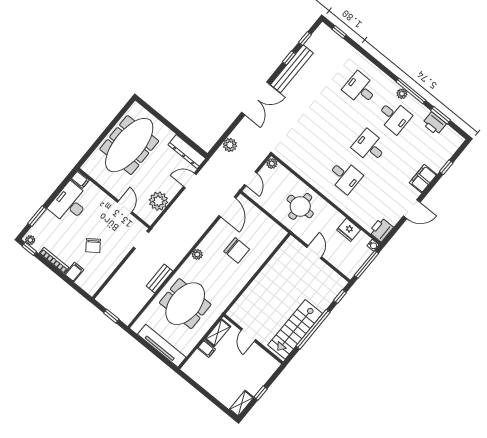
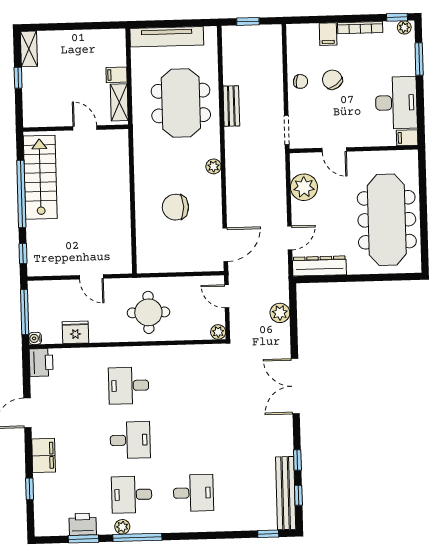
bench: (292, 69) -> (286, 493), moved
plant: (402, 94) -> (122, 527), moved
door: (227, 207) -> (225, 245), swing flipped
chair: (111, 259) -> (300, 81), added

